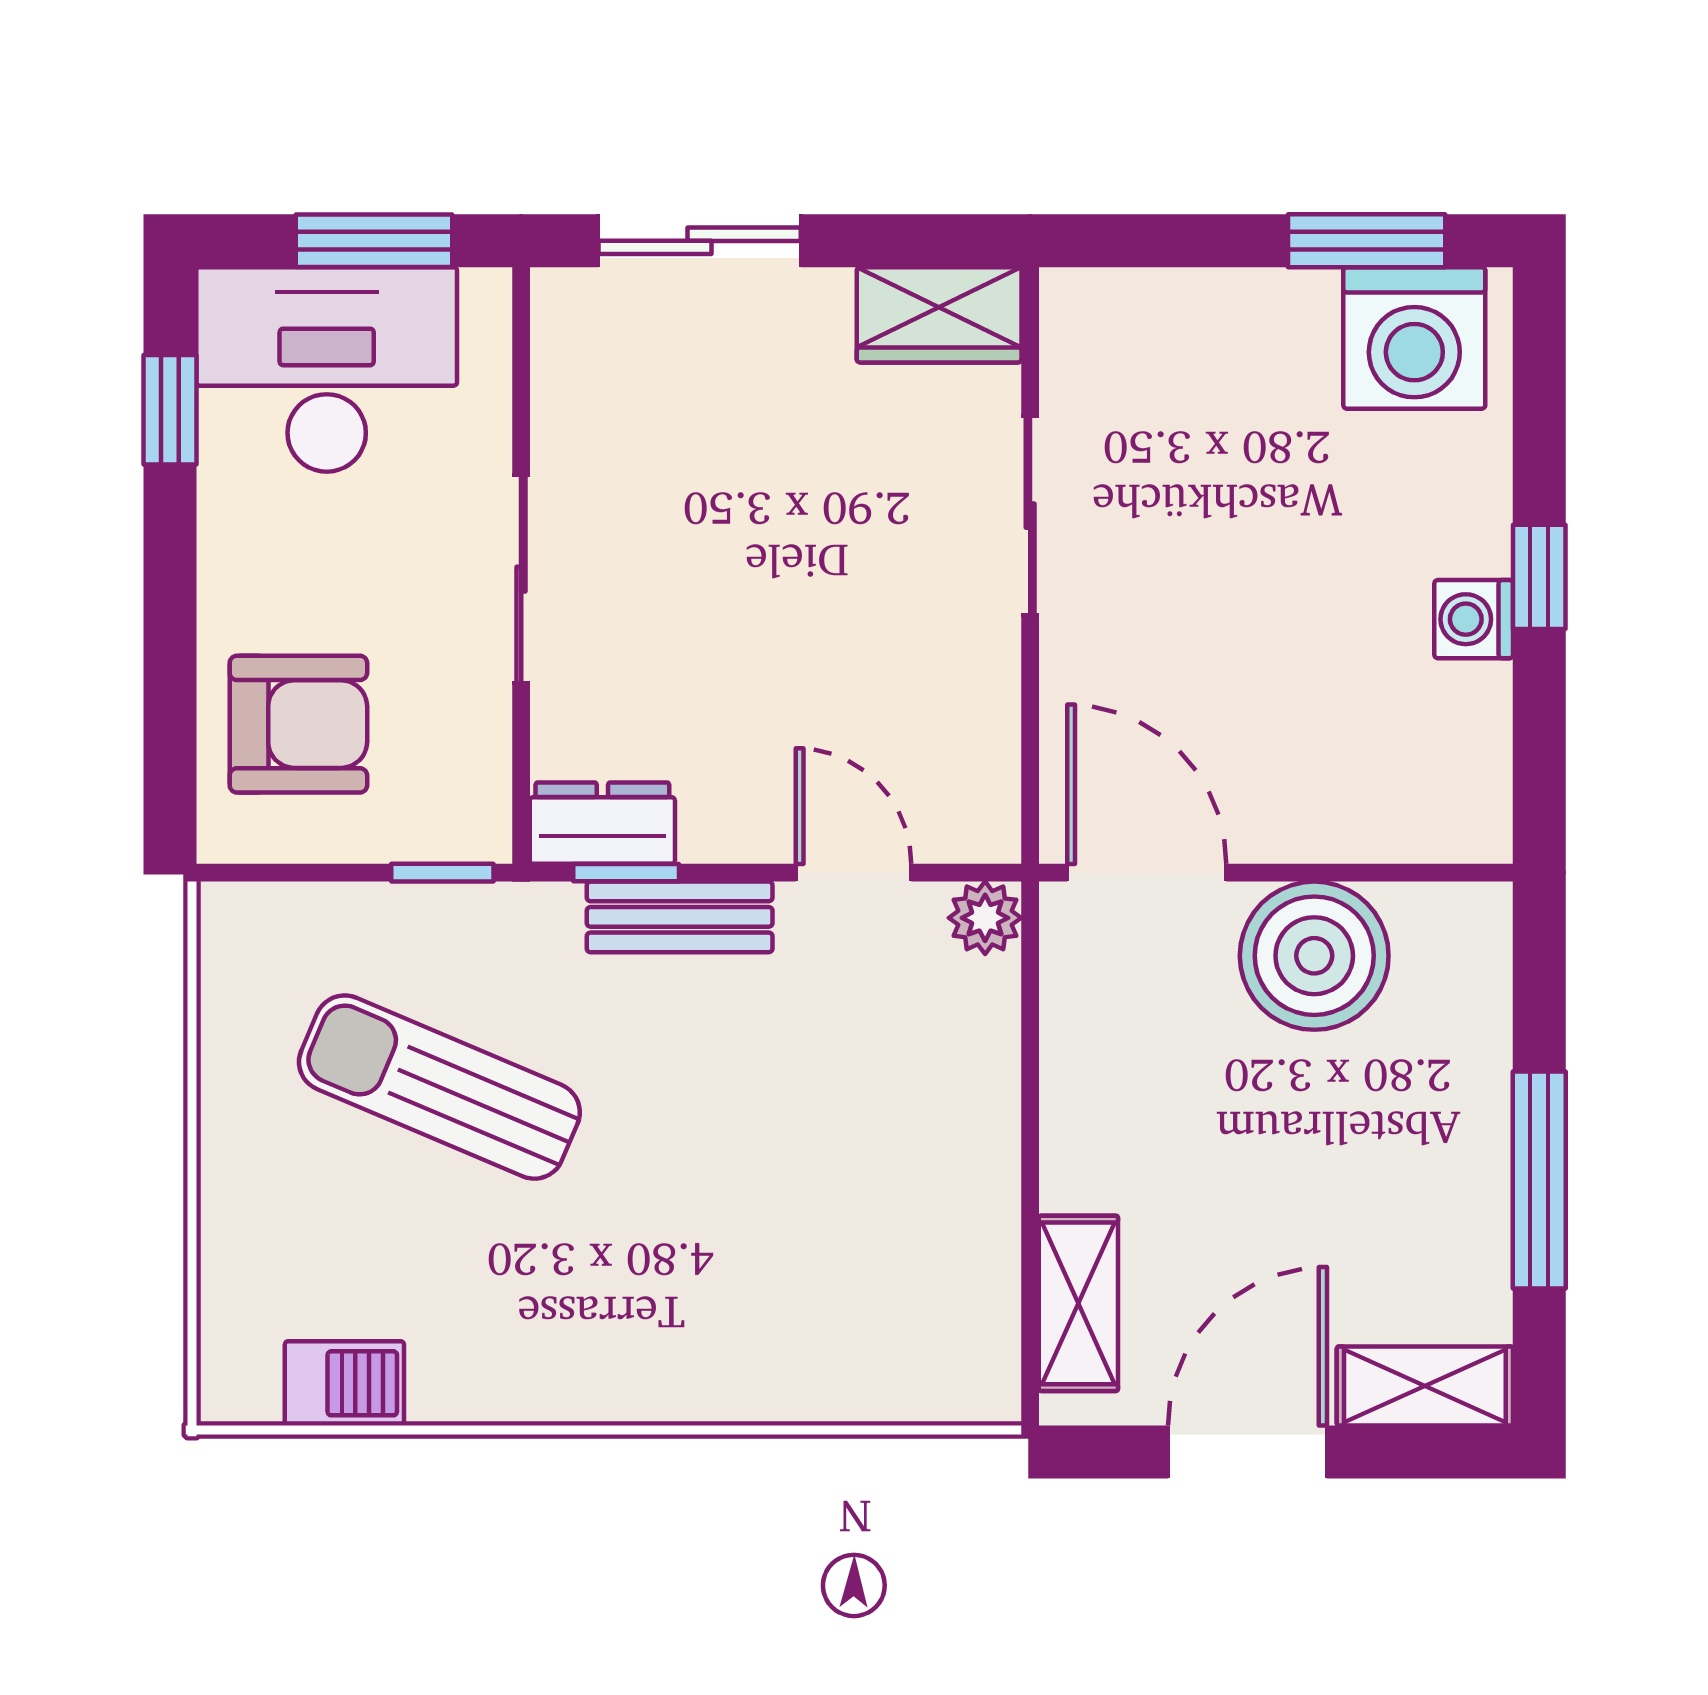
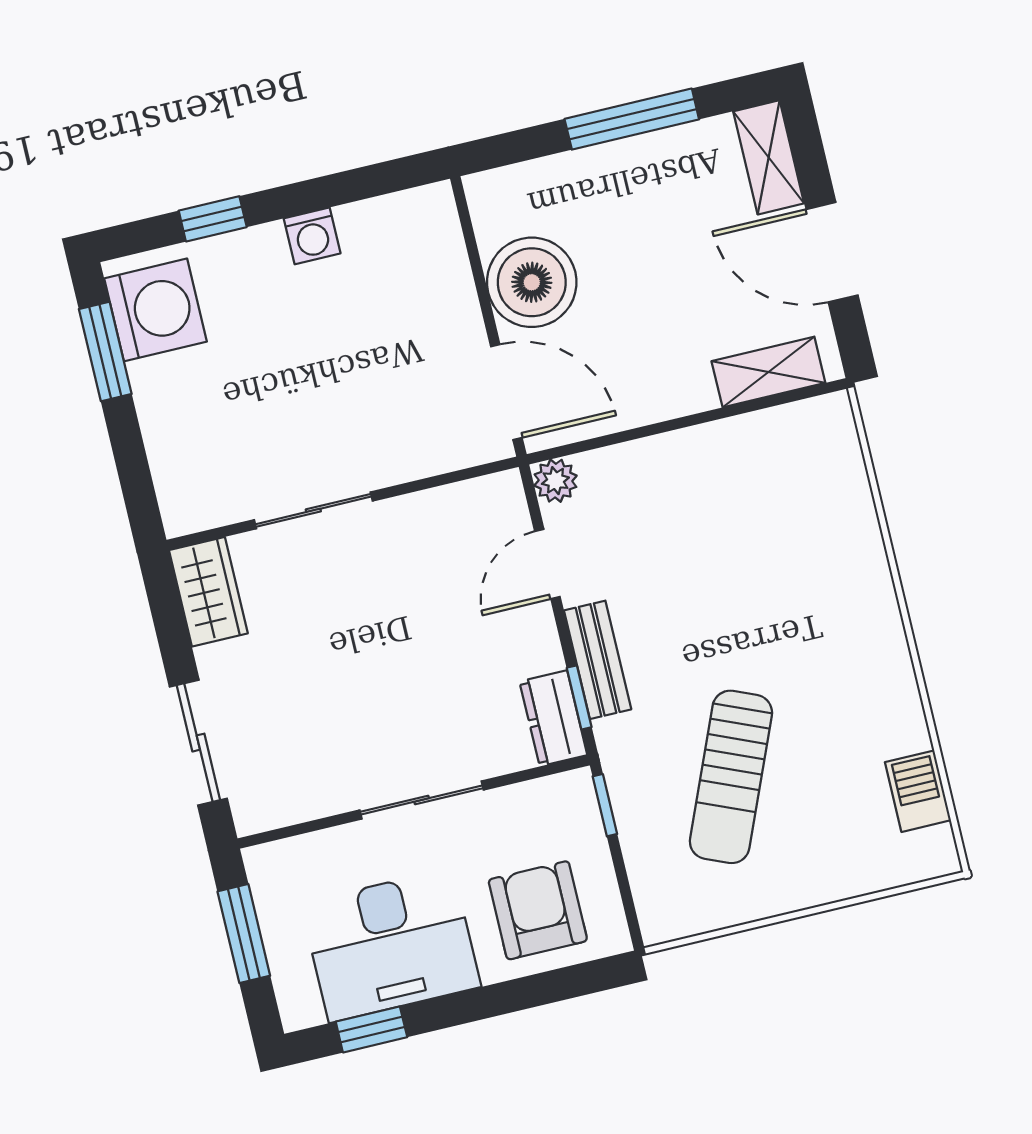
desk: (327, 369) -> (391, 945), moved, turned -90
window: (1539, 577) -> (213, 219), moved
door: (1147, 873) -> (506, 392), swing flipped

